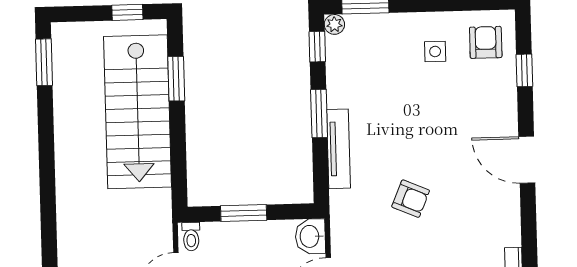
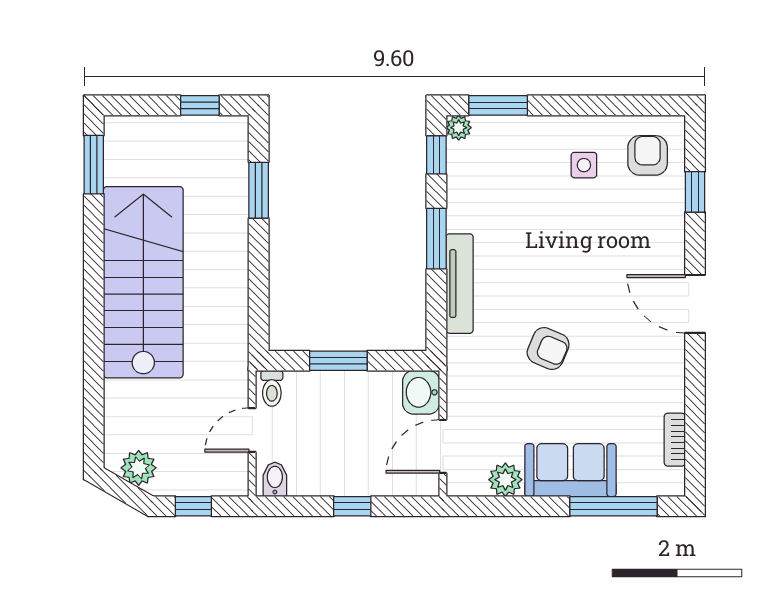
stairs: (138, 112) -> (143, 282), moved, turned 180

